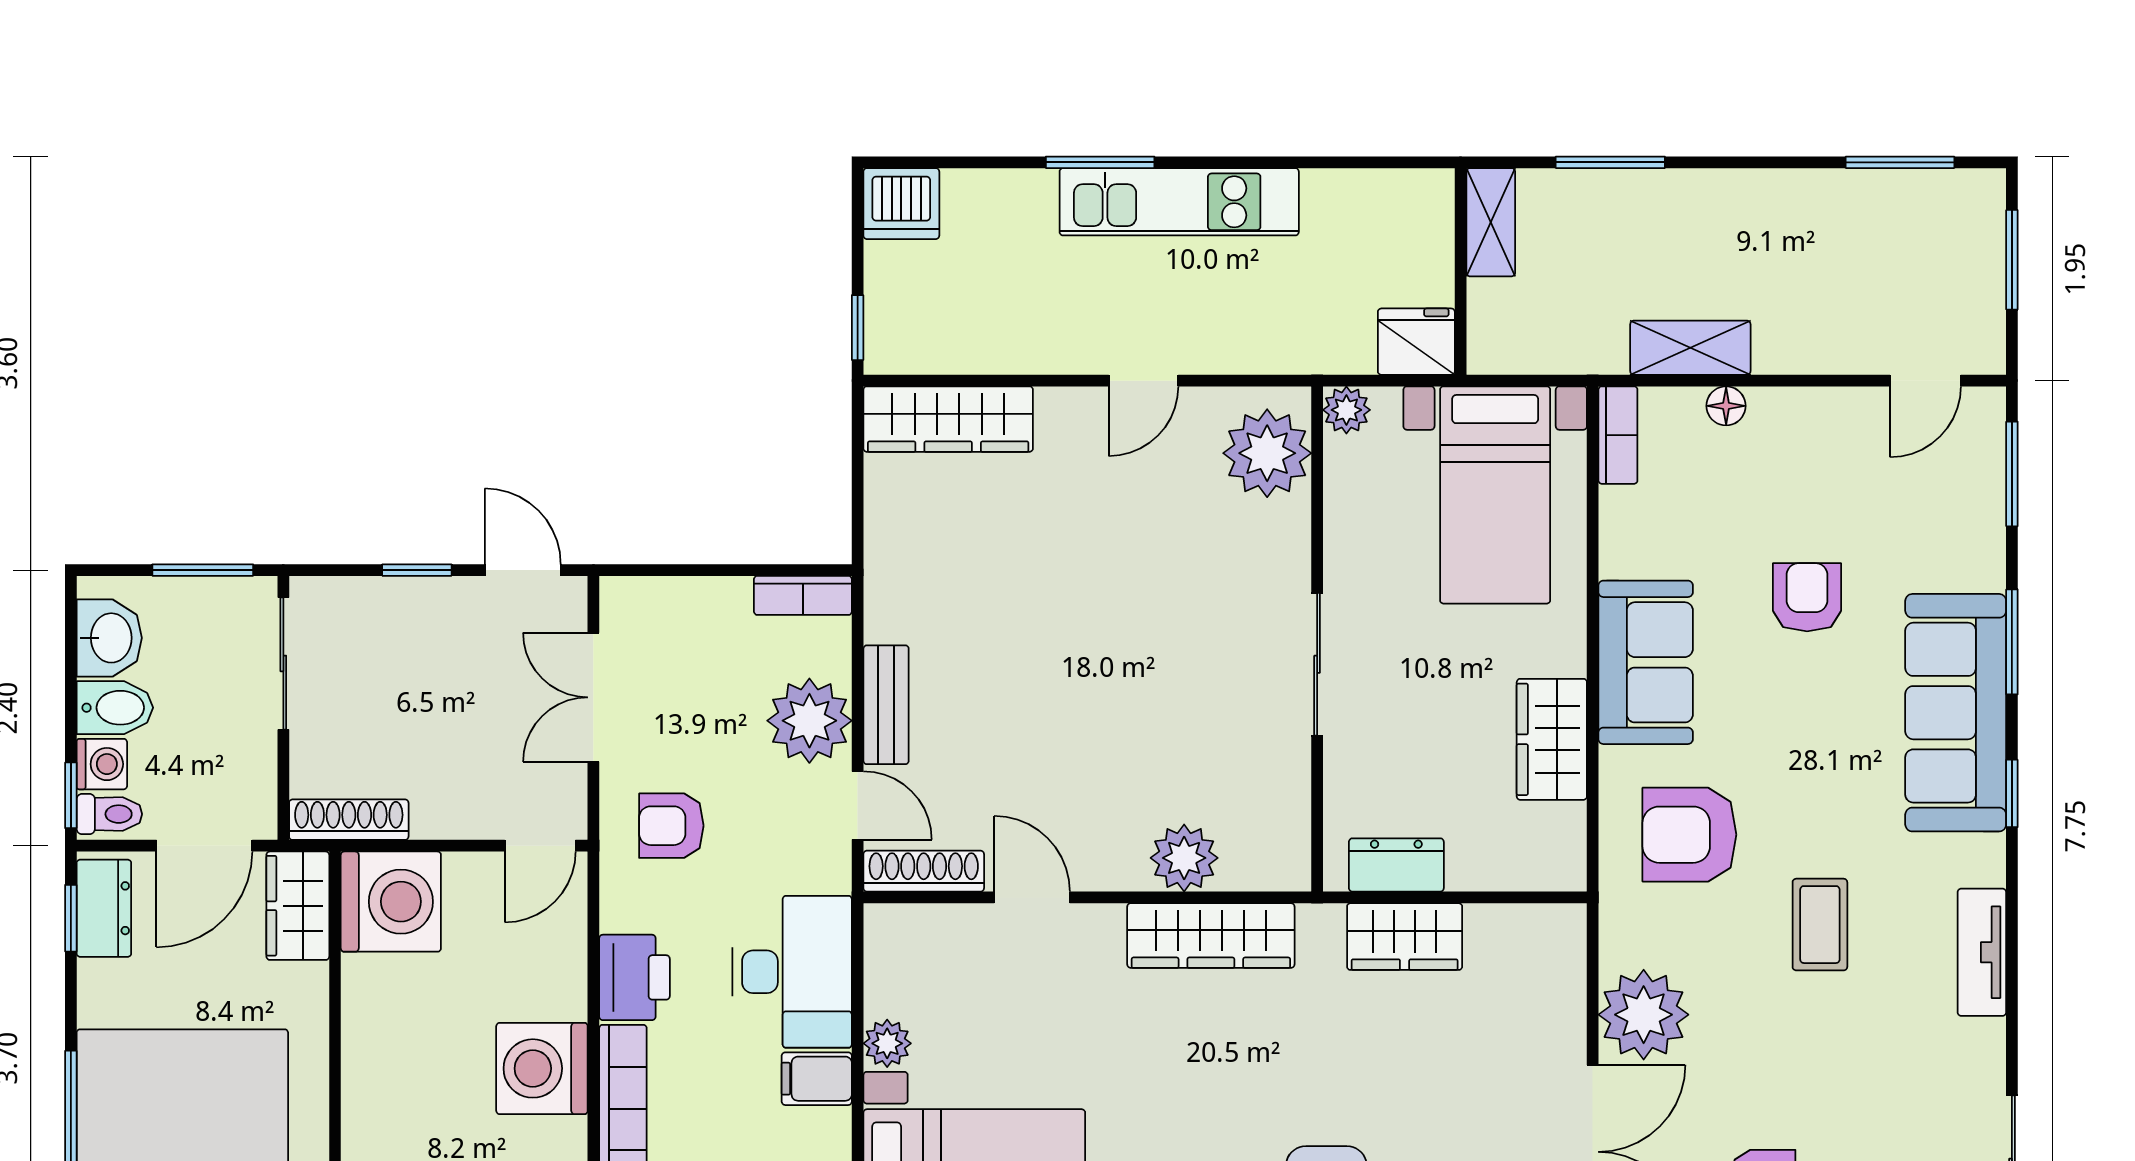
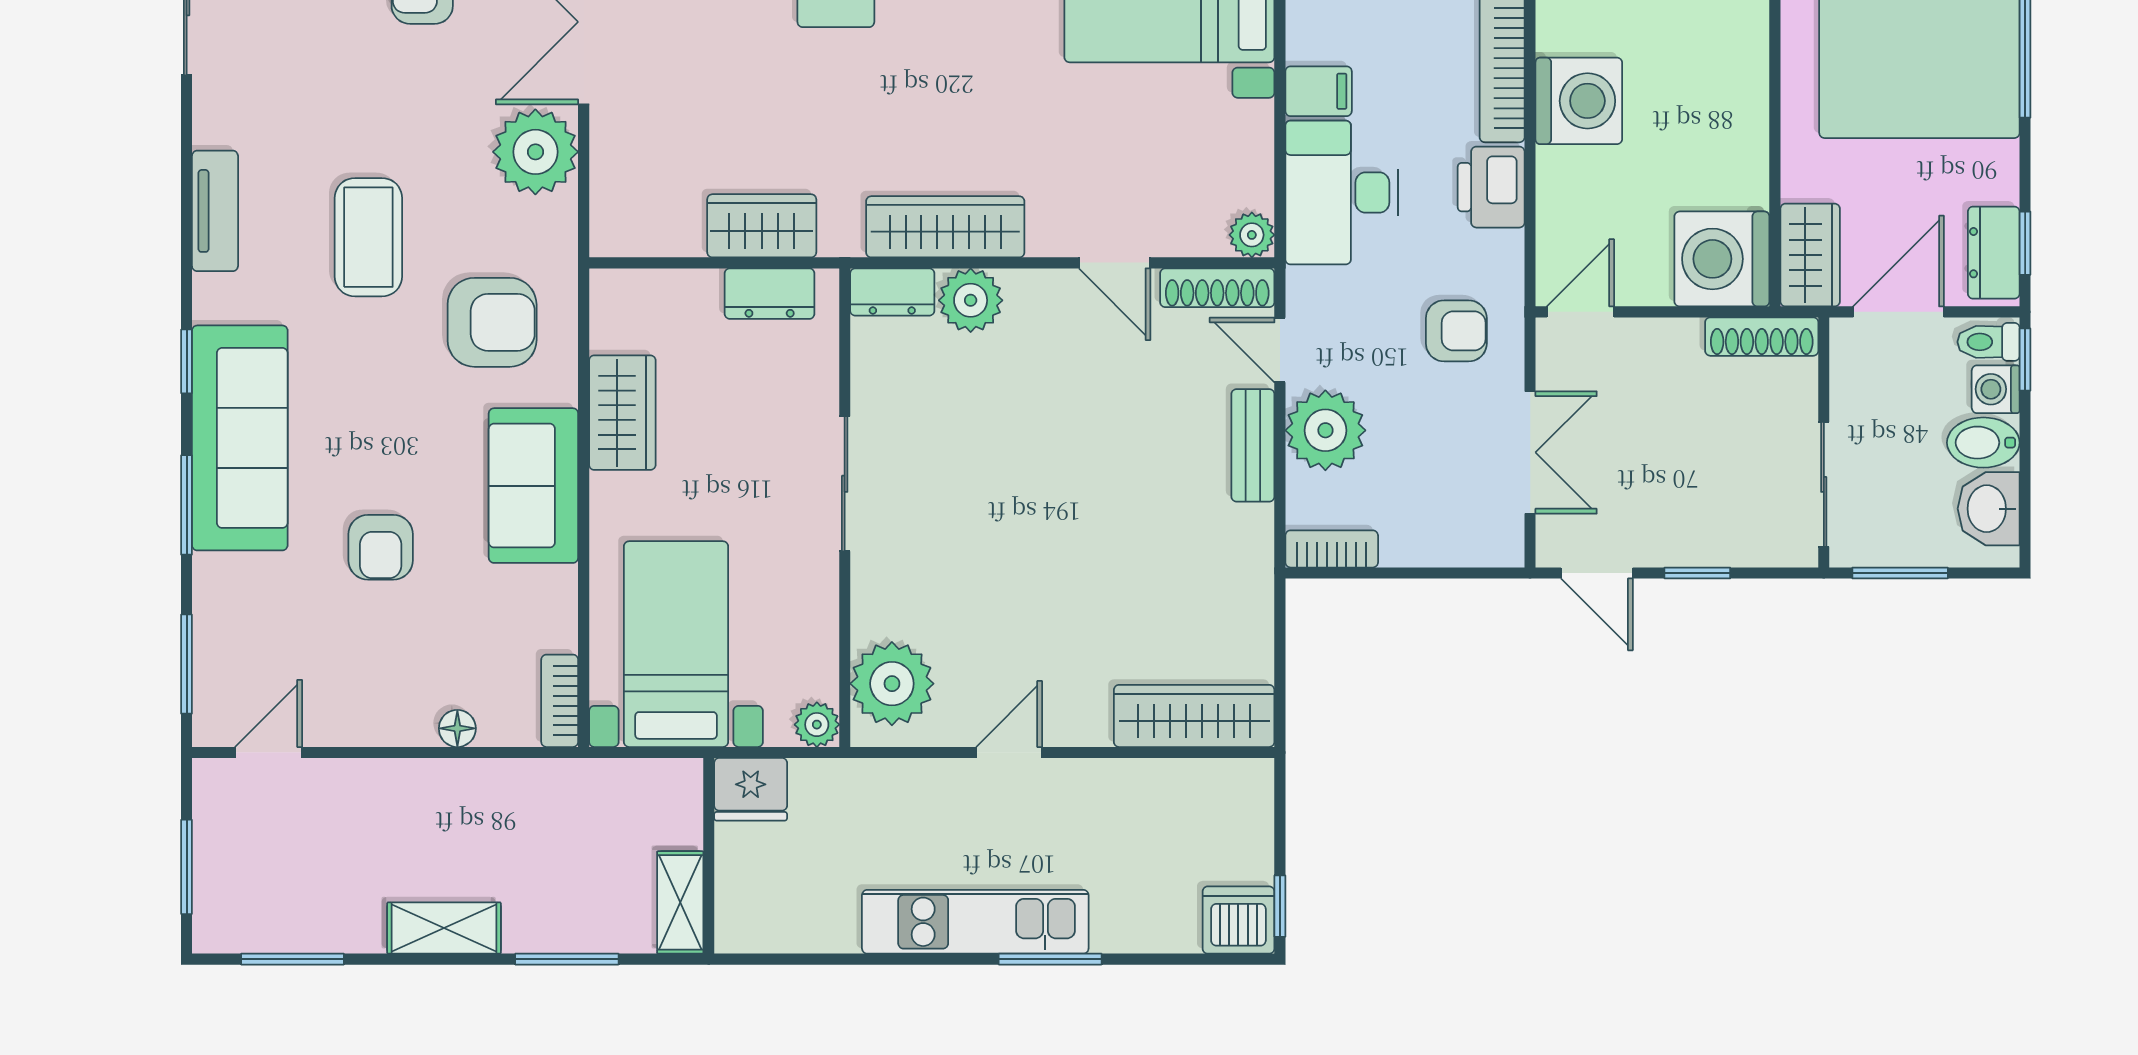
window: (858, 328) -> (1280, 906), moved
shelving: (1690, 348) -> (444, 928), moved
dresser: (1267, 867) -> (892, 292), added
coffee table: (1820, 925) -> (368, 237), width x1.36, depth x1.30
plant: (887, 1043) -> (1252, 235), moved

